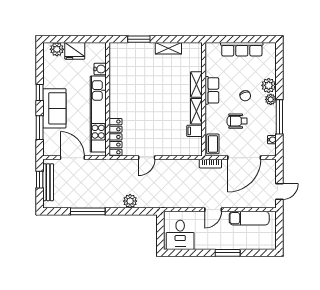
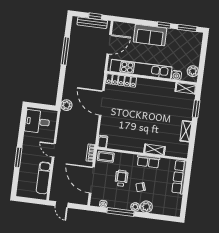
plant: (57, 49) -> (193, 71), moved
row of seats: (242, 49) -> (179, 177), moved
fridge: (75, 51) -> (193, 57), removed
shelving: (196, 111) -> (186, 88), moved
window: (40, 128) -> (187, 28), moved
filing cabinet: (195, 131) -> (103, 142), moved
door: (147, 158) -> (102, 103), width x1.88
plant: (130, 201) -> (66, 105), moved

